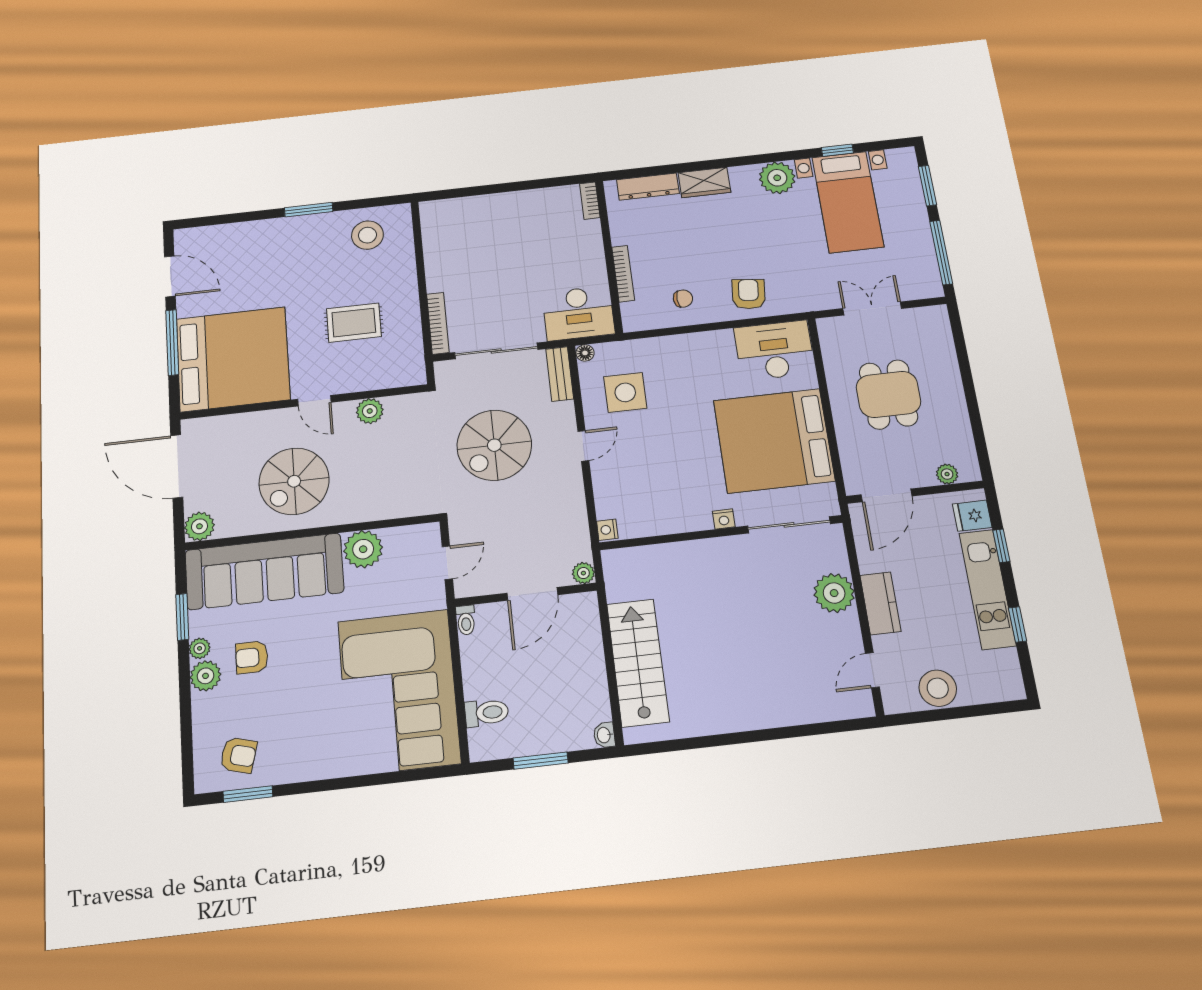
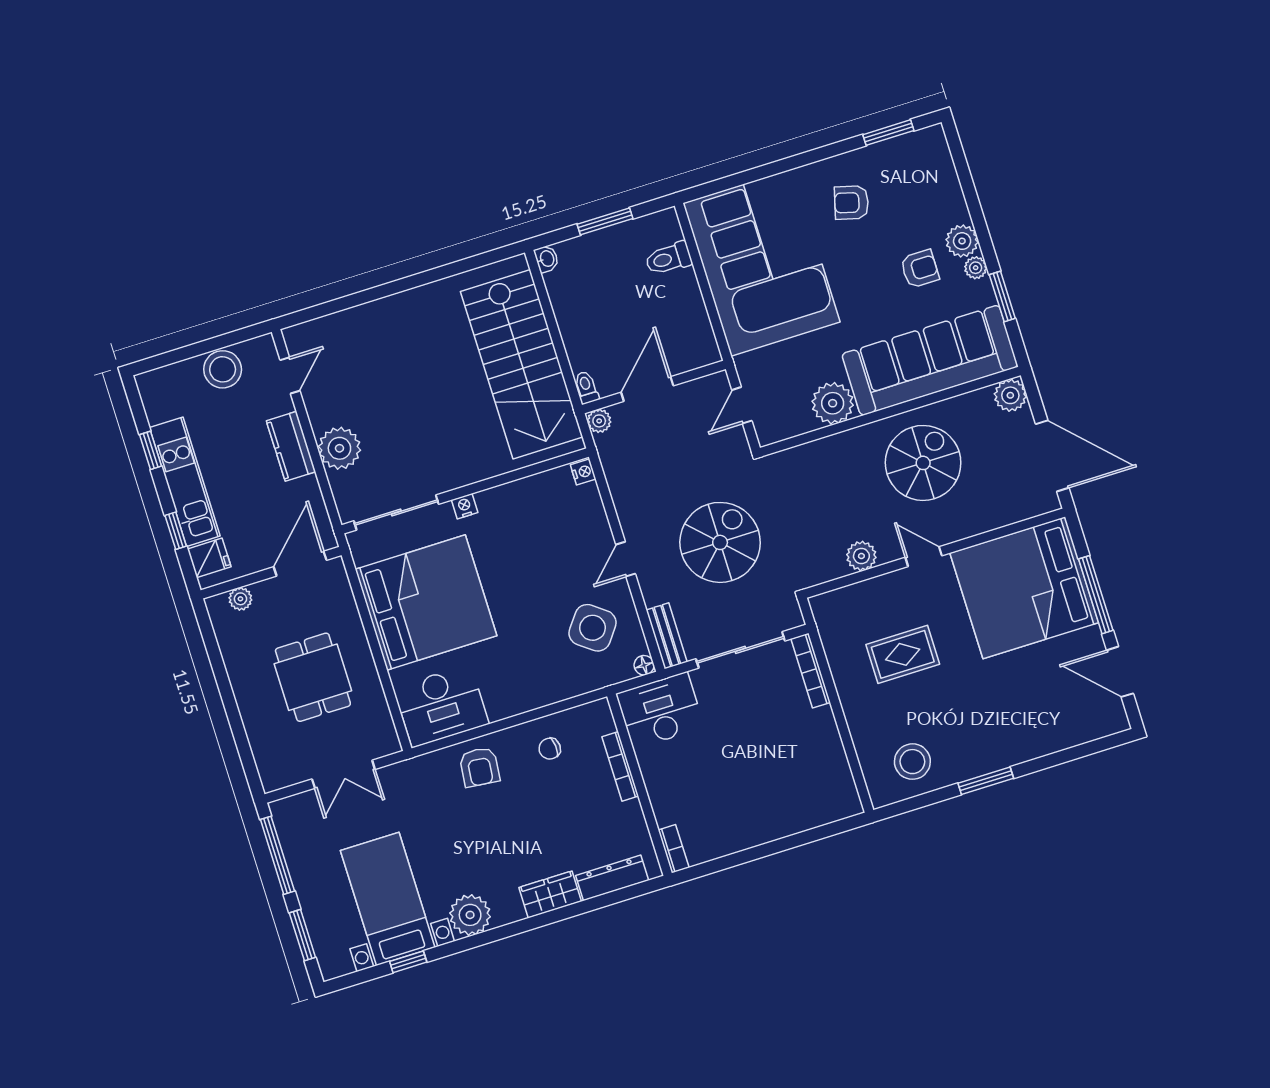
side table: (625, 392) -> (593, 628), turned 37
toilet: (466, 620) -> (586, 387), moved
stairs: (638, 663) -> (522, 364), width x1.36, depth x1.51
armchair: (238, 755) -> (851, 203), moved

